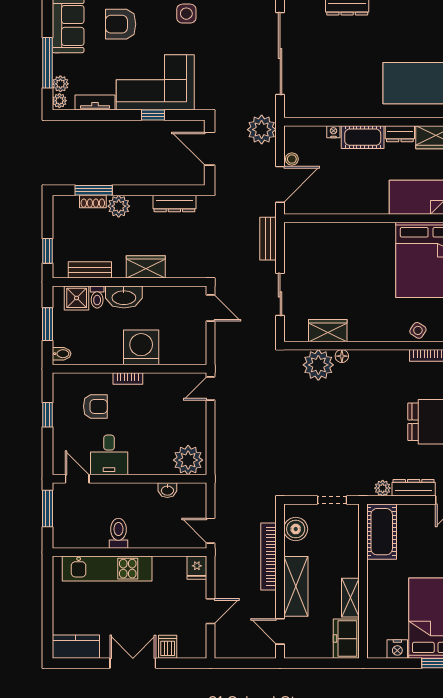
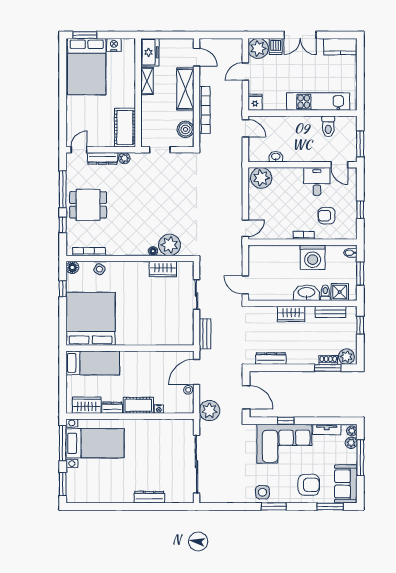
plant: (119, 206) -> (346, 357), moved
washing machine: (141, 347) -> (313, 257), moved
toilet: (118, 533) -> (328, 126), moved
plant: (192, 644) -> (258, 48), added

